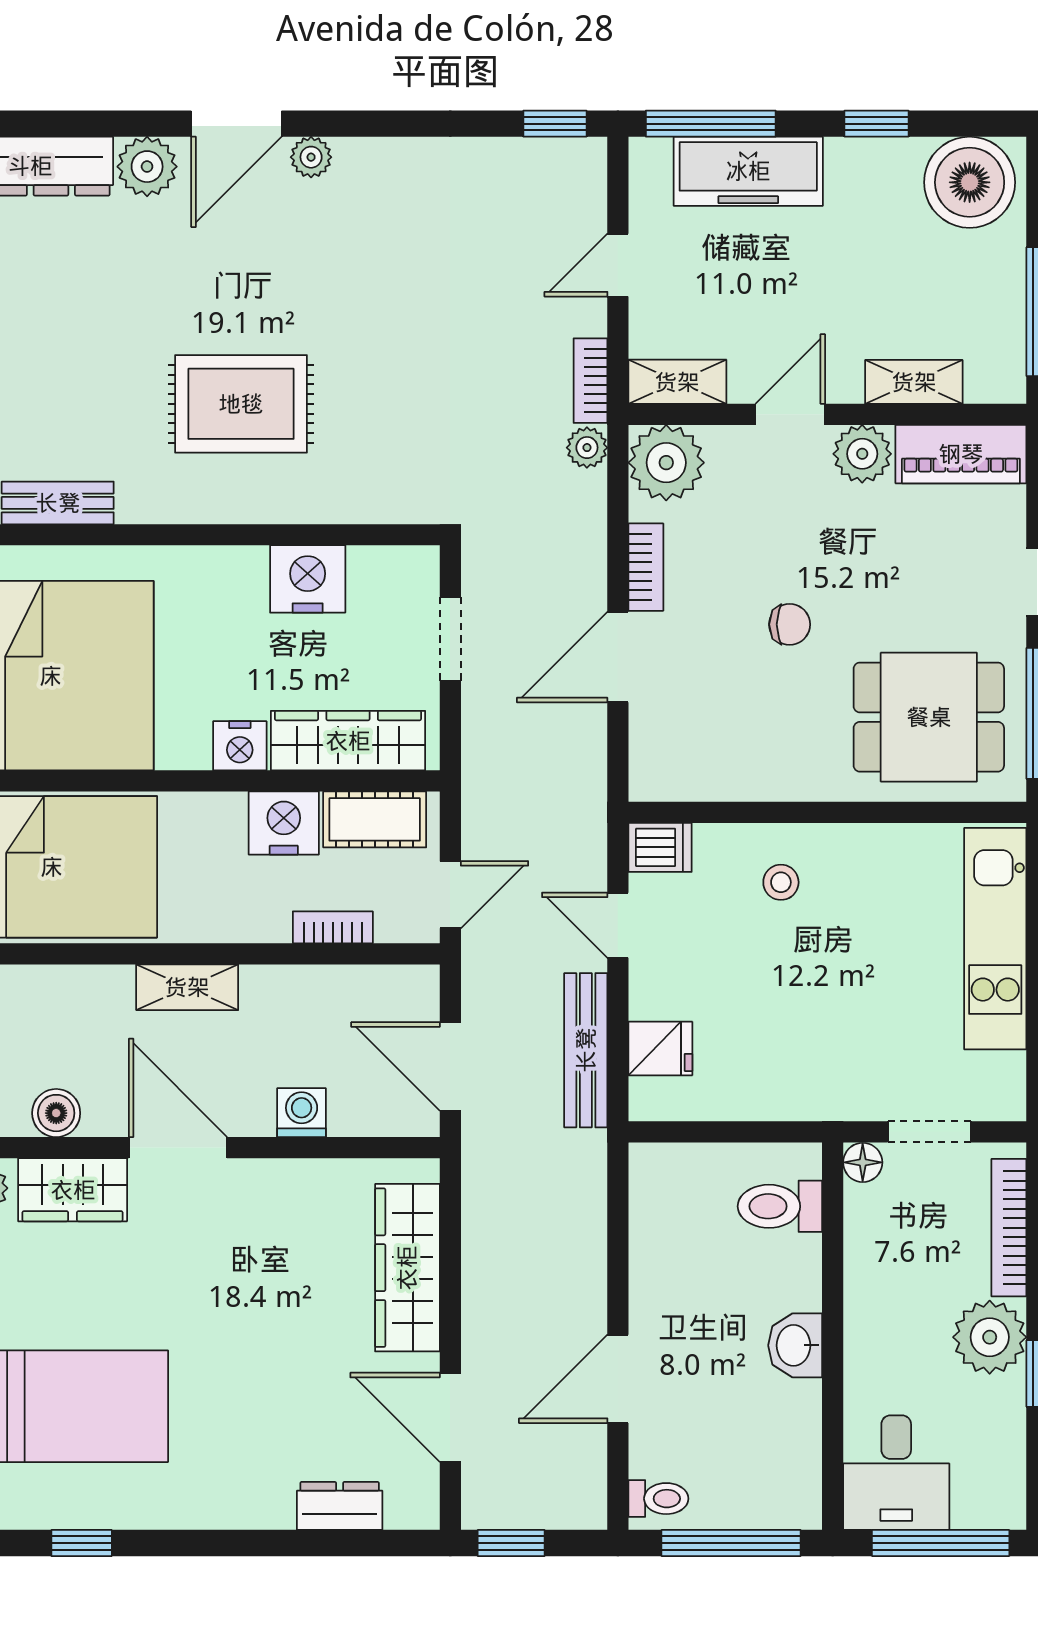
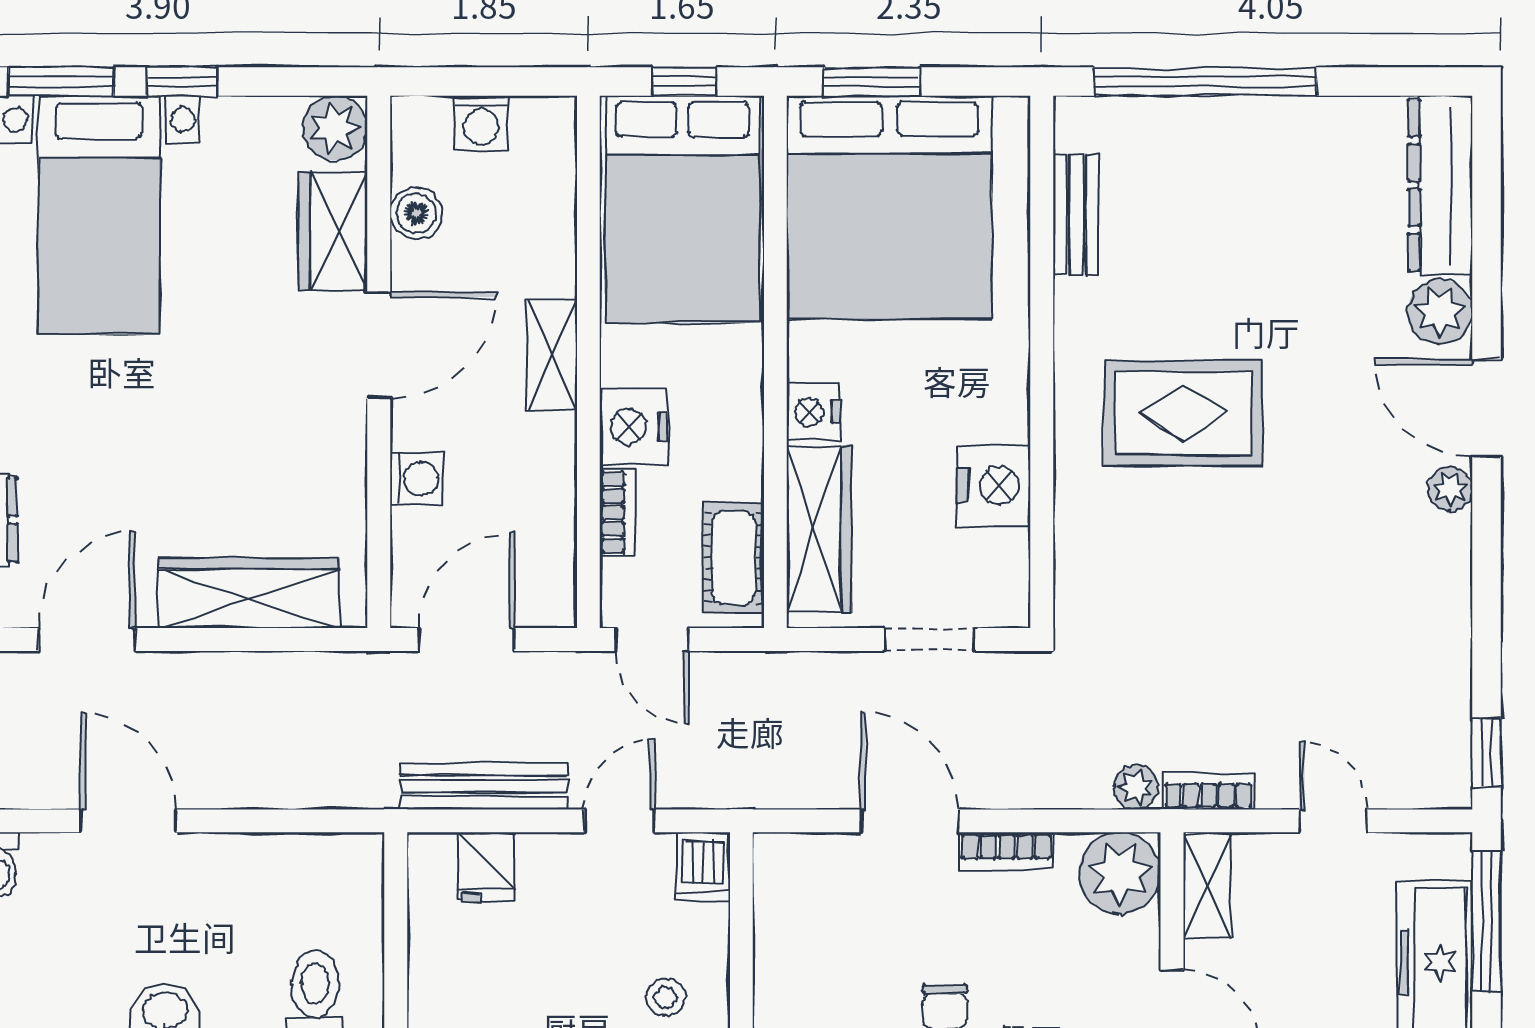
rug: (241, 404) -> (1183, 413), turned 90
nightstand: (284, 823) -> (634, 427), moved, turned 180

